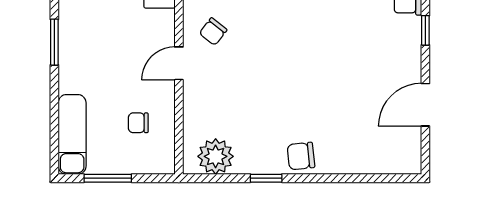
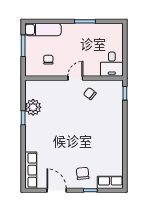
door: (179, 63) -> (75, 78), hinge flipped
plant: (216, 156) -> (33, 107), moved
chair: (301, 156) -> (83, 173), moved
row of seats: (381, 161) -> (31, 170), added

